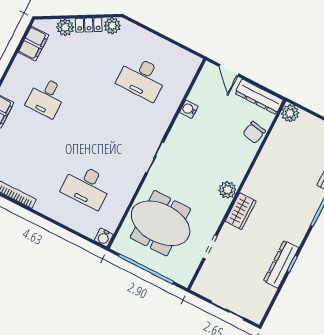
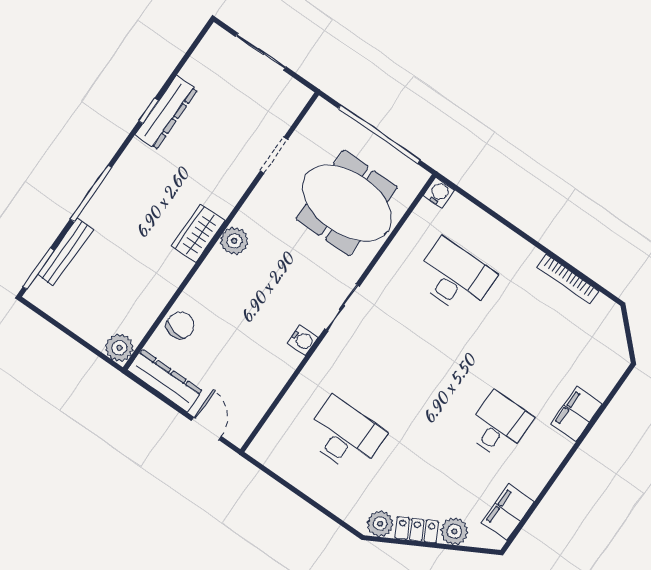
water cooler: (189, 109) -> (303, 340), moved
wardrobe: (241, 211) -> (198, 233), moved

